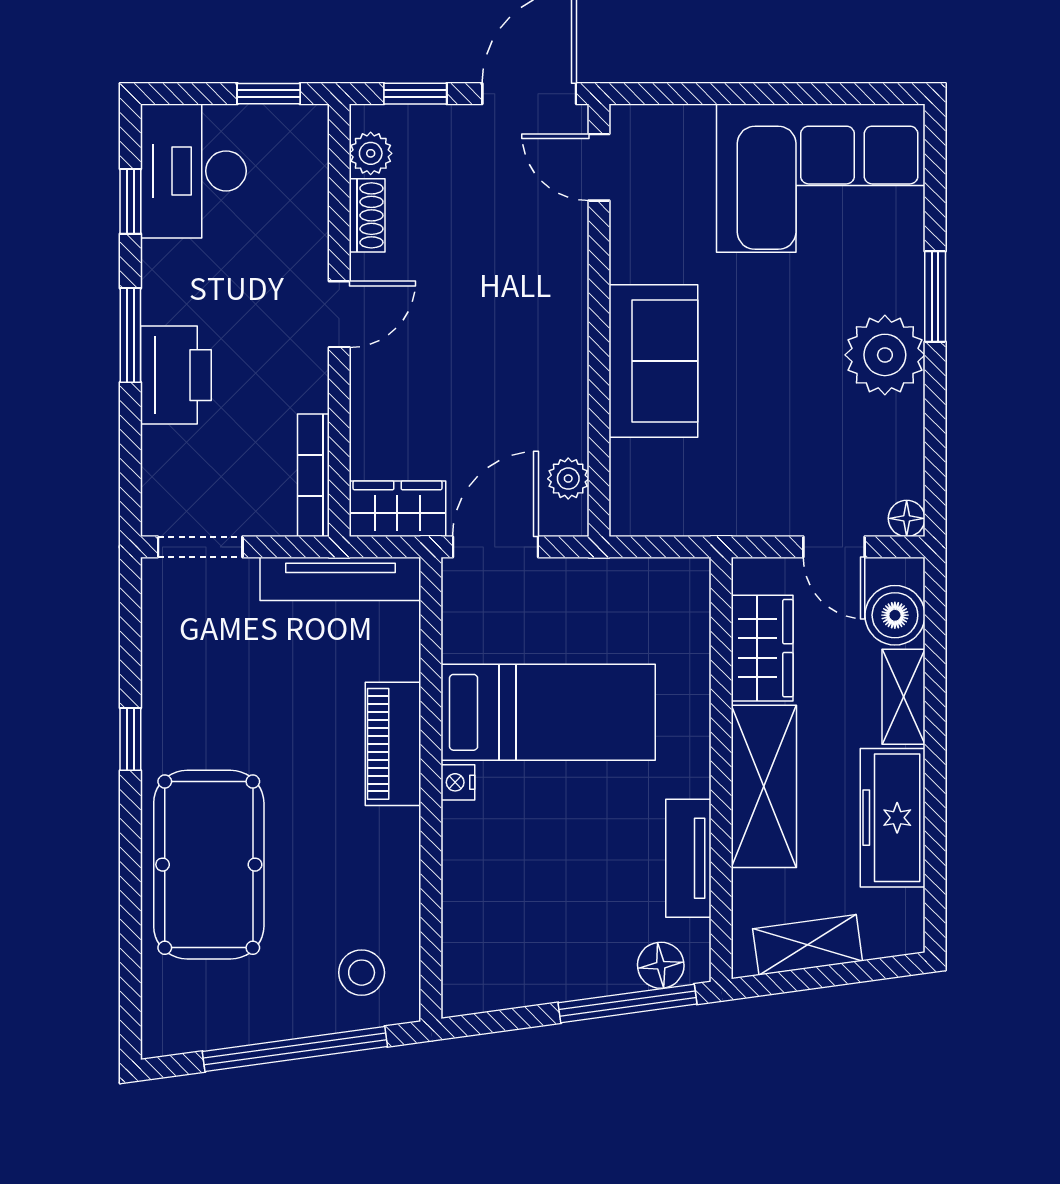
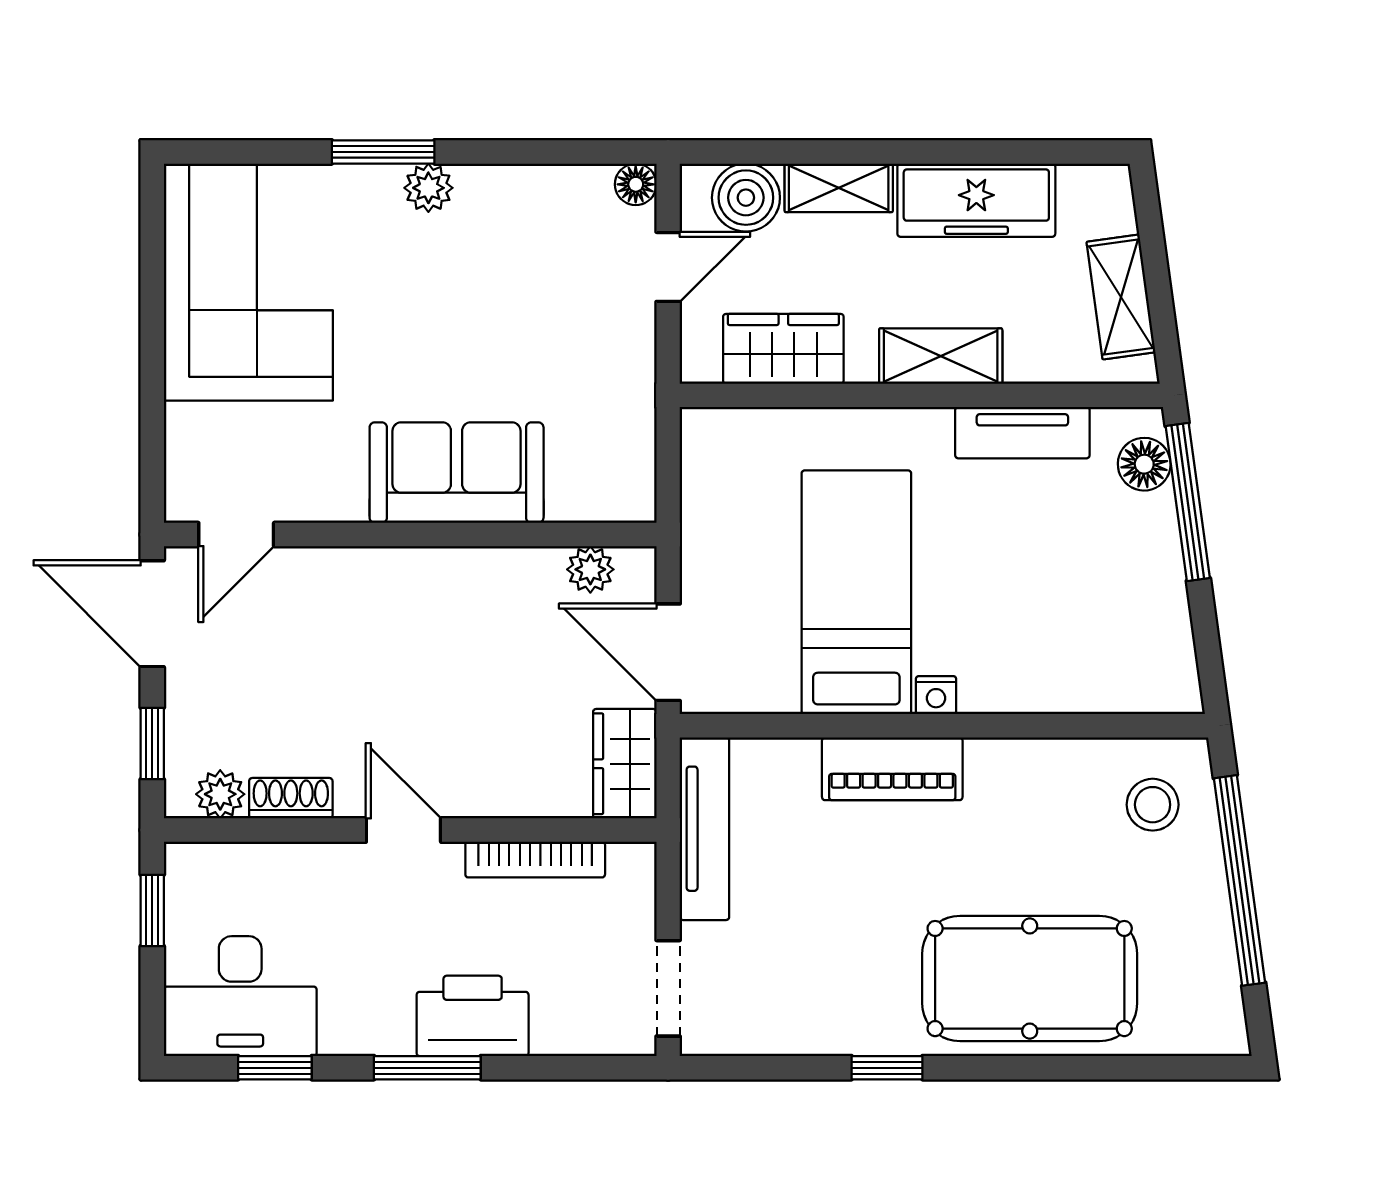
plant: (885, 355) -> (428, 188), width x0.53, depth x0.53
bookcase: (313, 475) -> (535, 860), moved
shelving: (764, 786) -> (941, 356), width x0.67, depth x0.75

